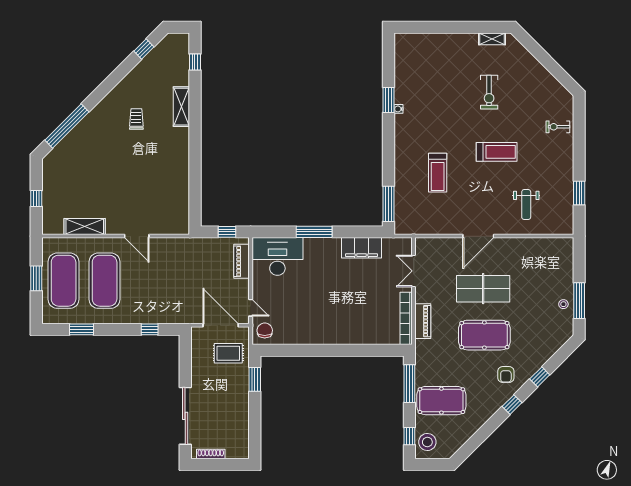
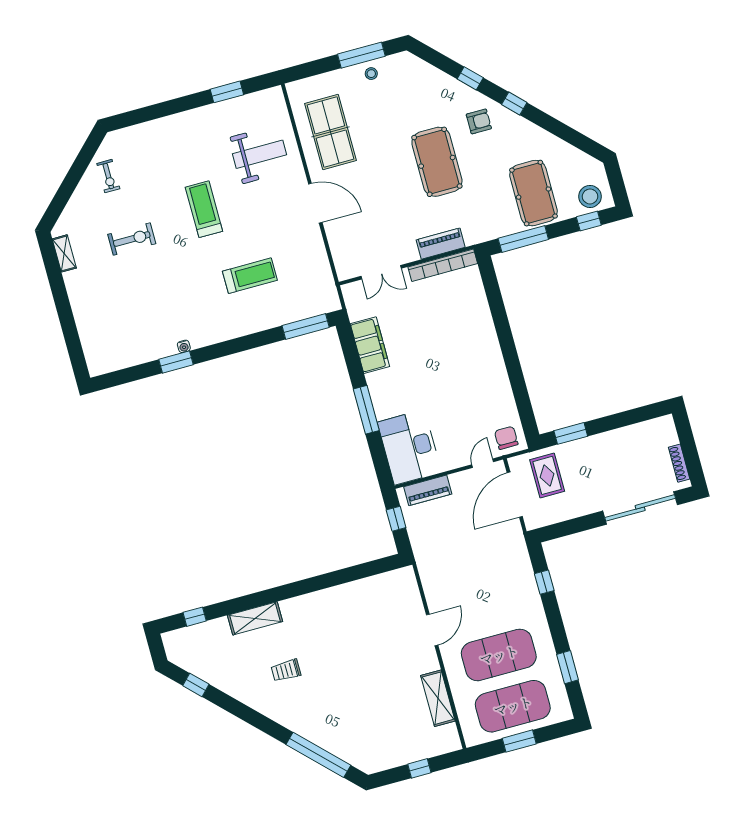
exercise bike: (558, 127) -> (108, 176), moved
weight bench: (526, 205) -> (260, 154), width x1.36, depth x1.33
table tennis table: (483, 289) -> (330, 132), moved
chair: (265, 330) -> (506, 438), turned 90

